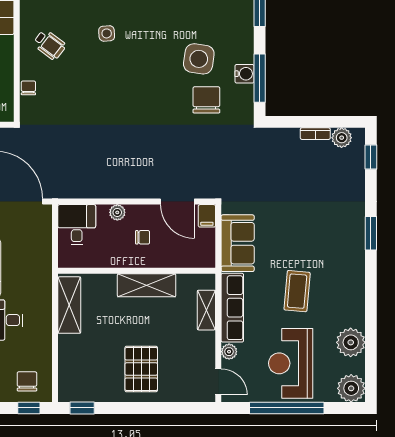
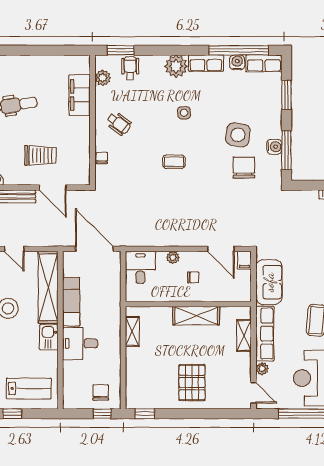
side table: (107, 33) -> (184, 113), moved
coffee table: (119, 92) -> (174, 162), added
shelving: (69, 305) -> (132, 332), width x0.67, depth x0.75

